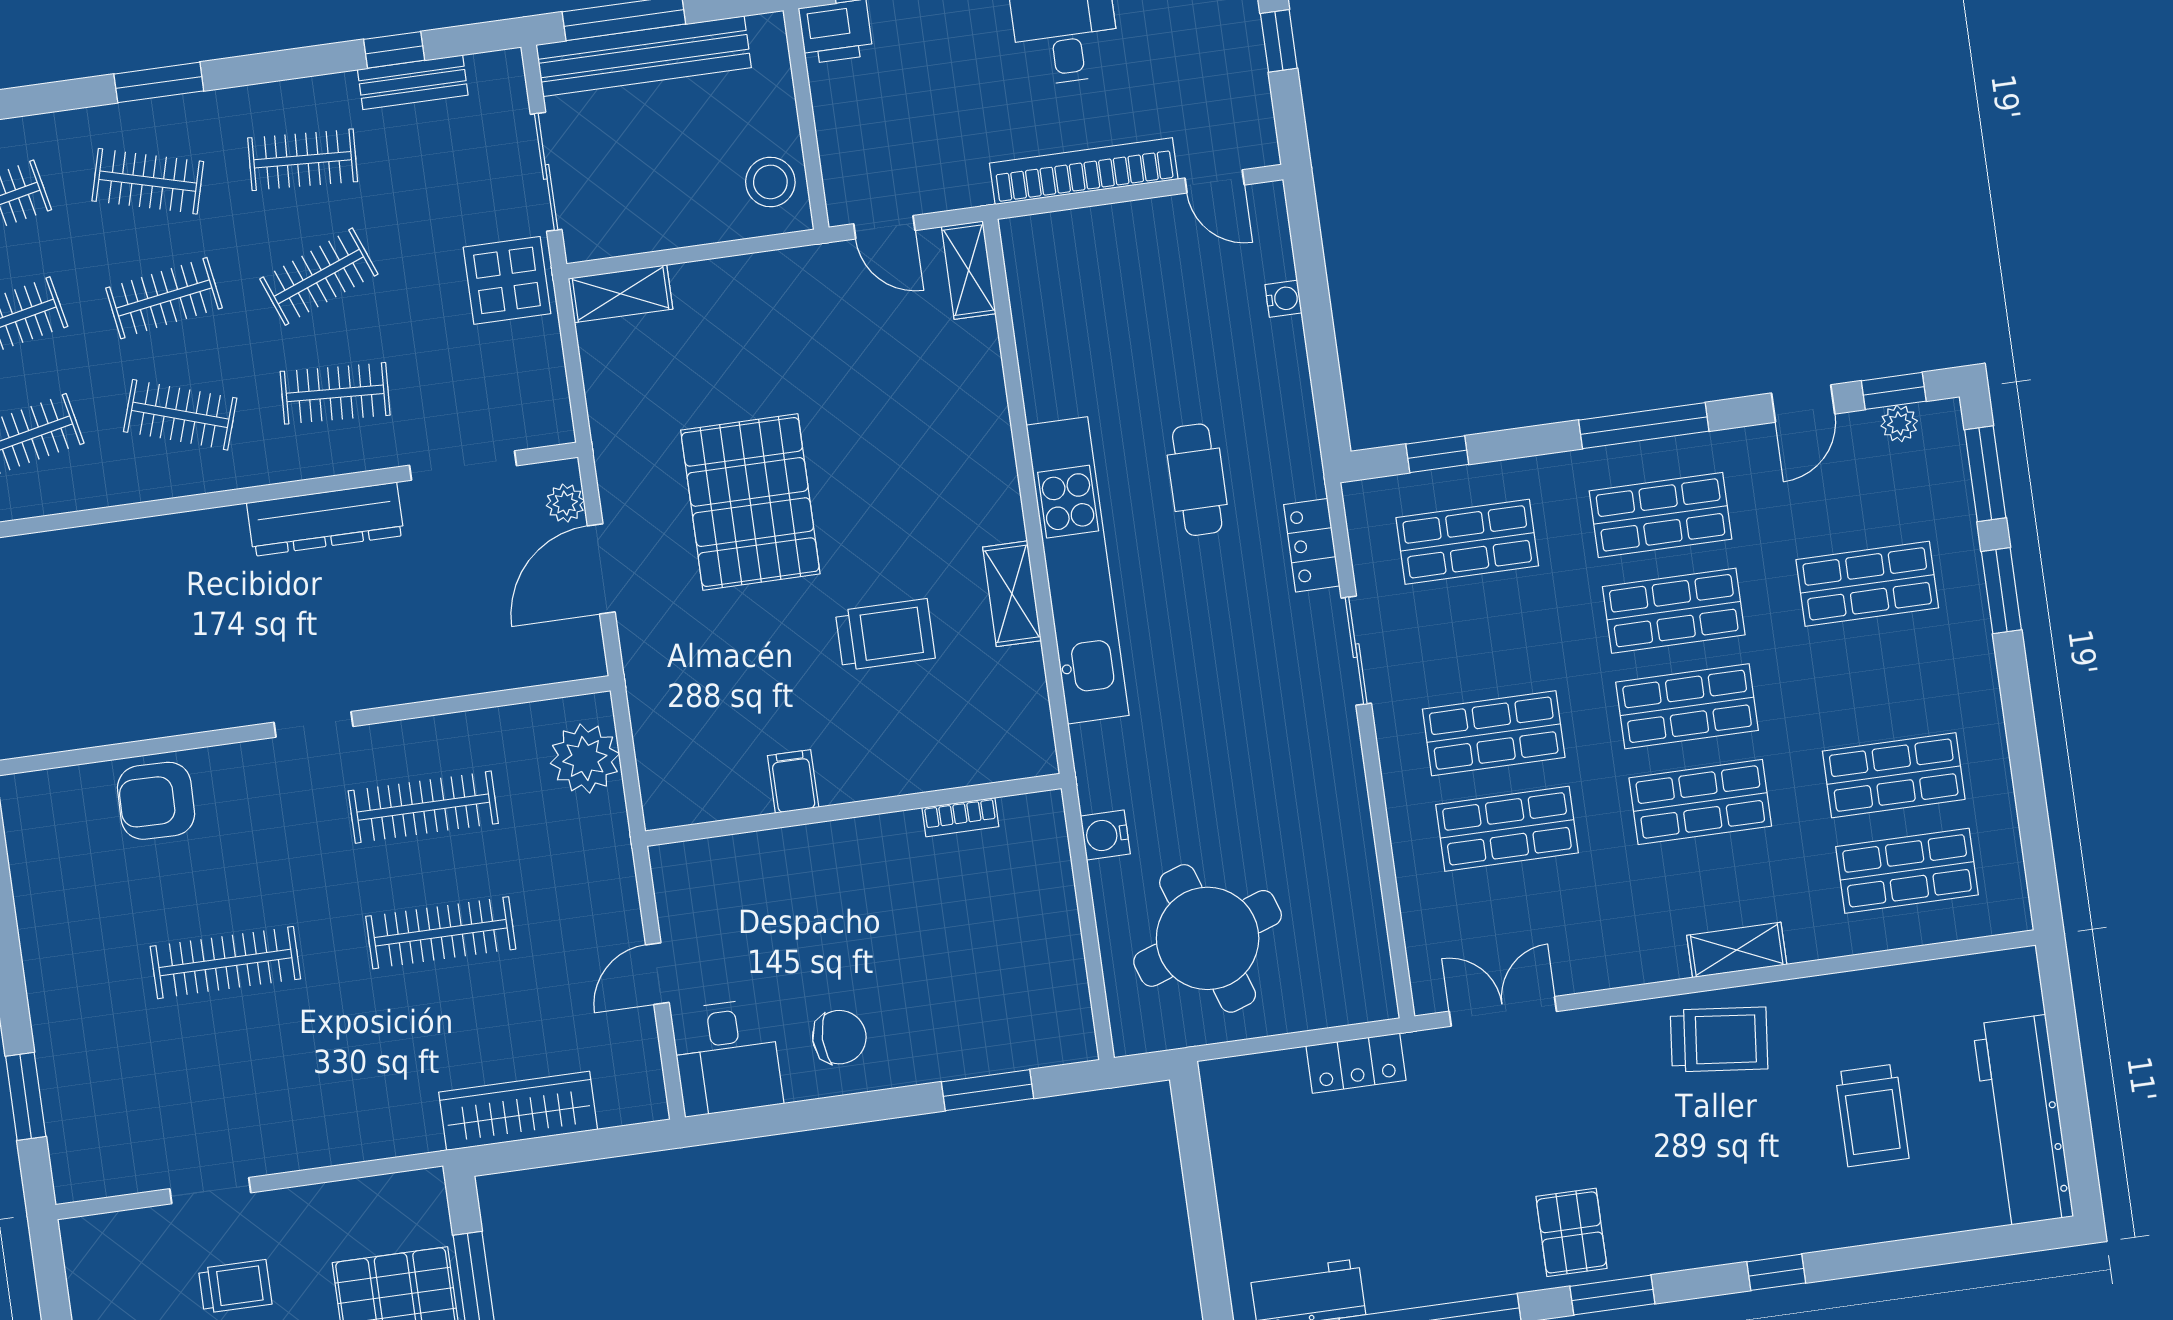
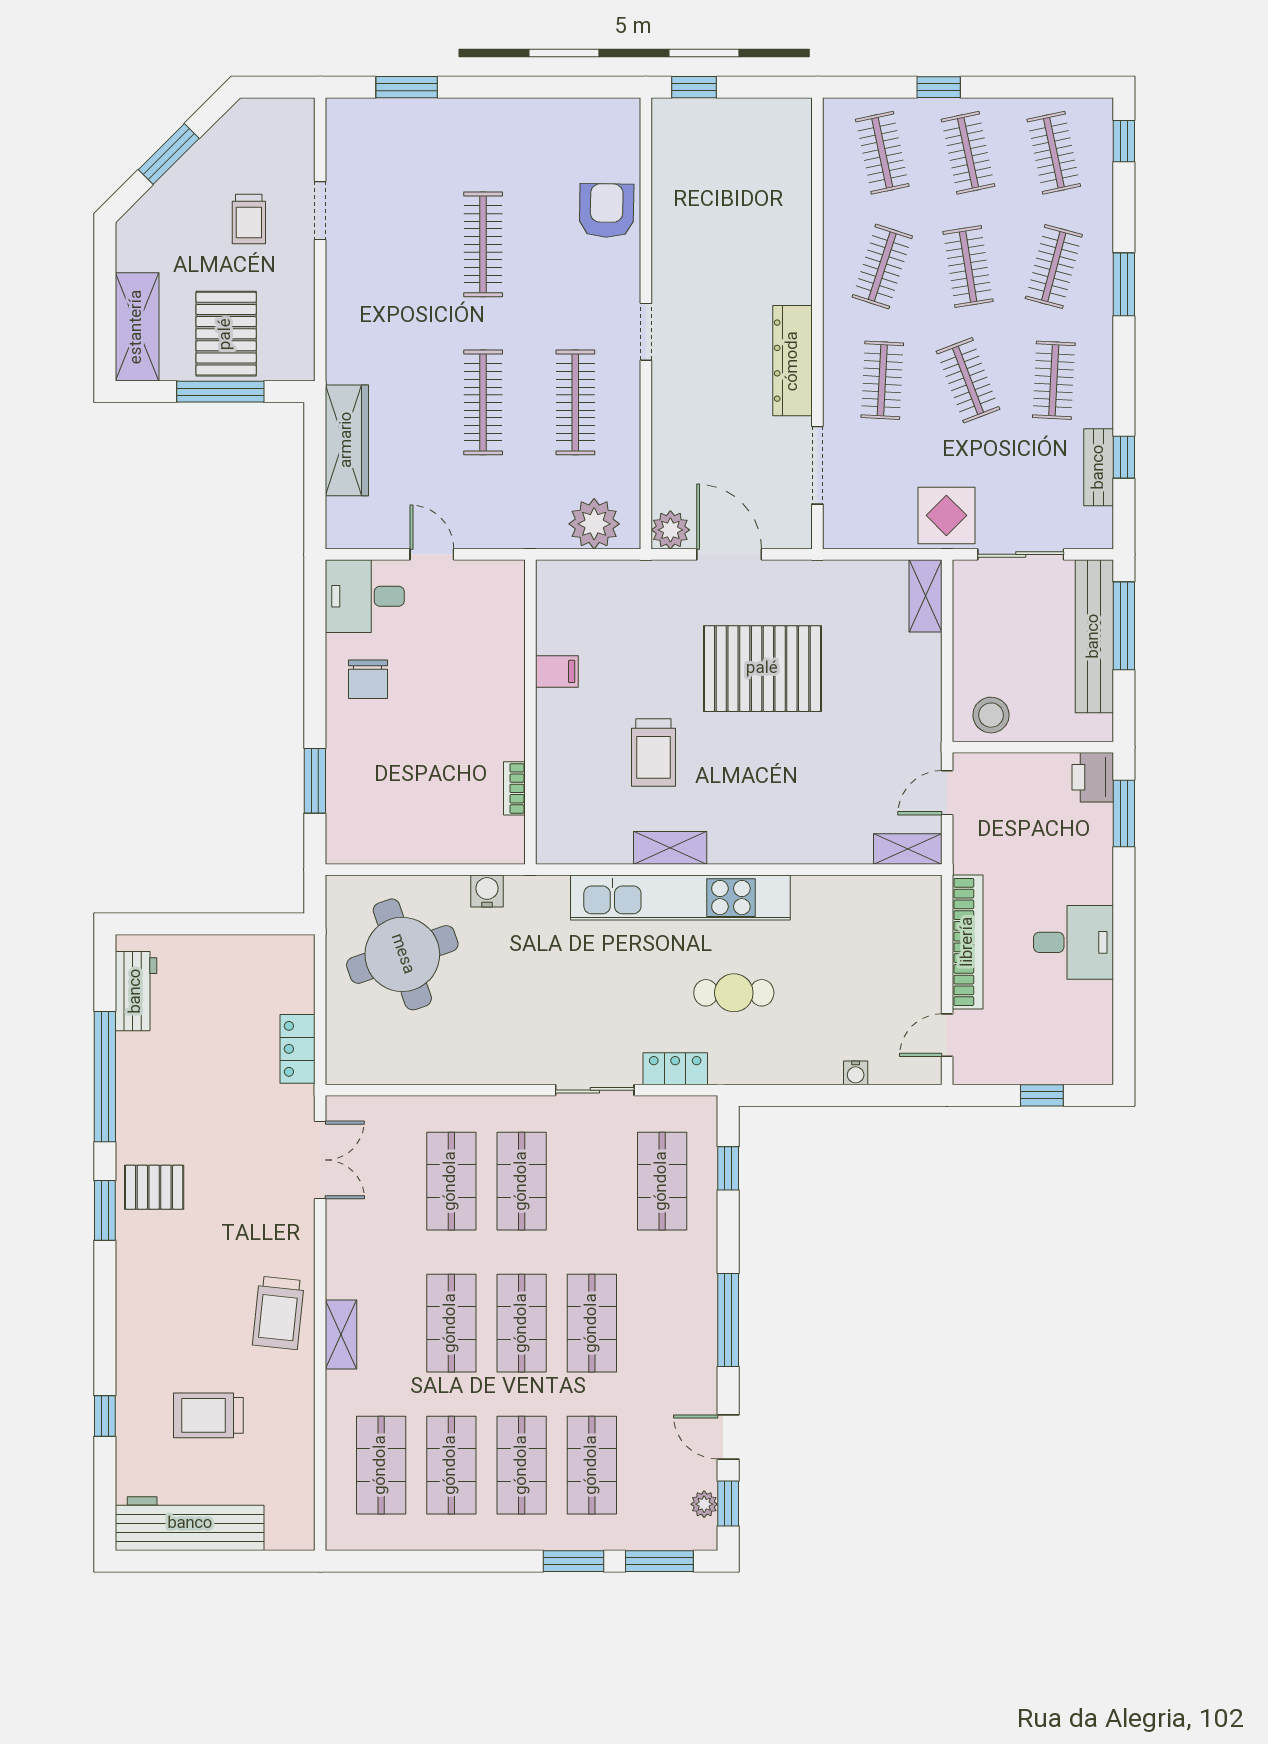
plant: (565, 503) -> (670, 530), moved, width x1.38, depth x1.38
shop shelf: (1661, 515) -> (522, 1465), moved
window: (1776, 1272) -> (105, 1416), moved

